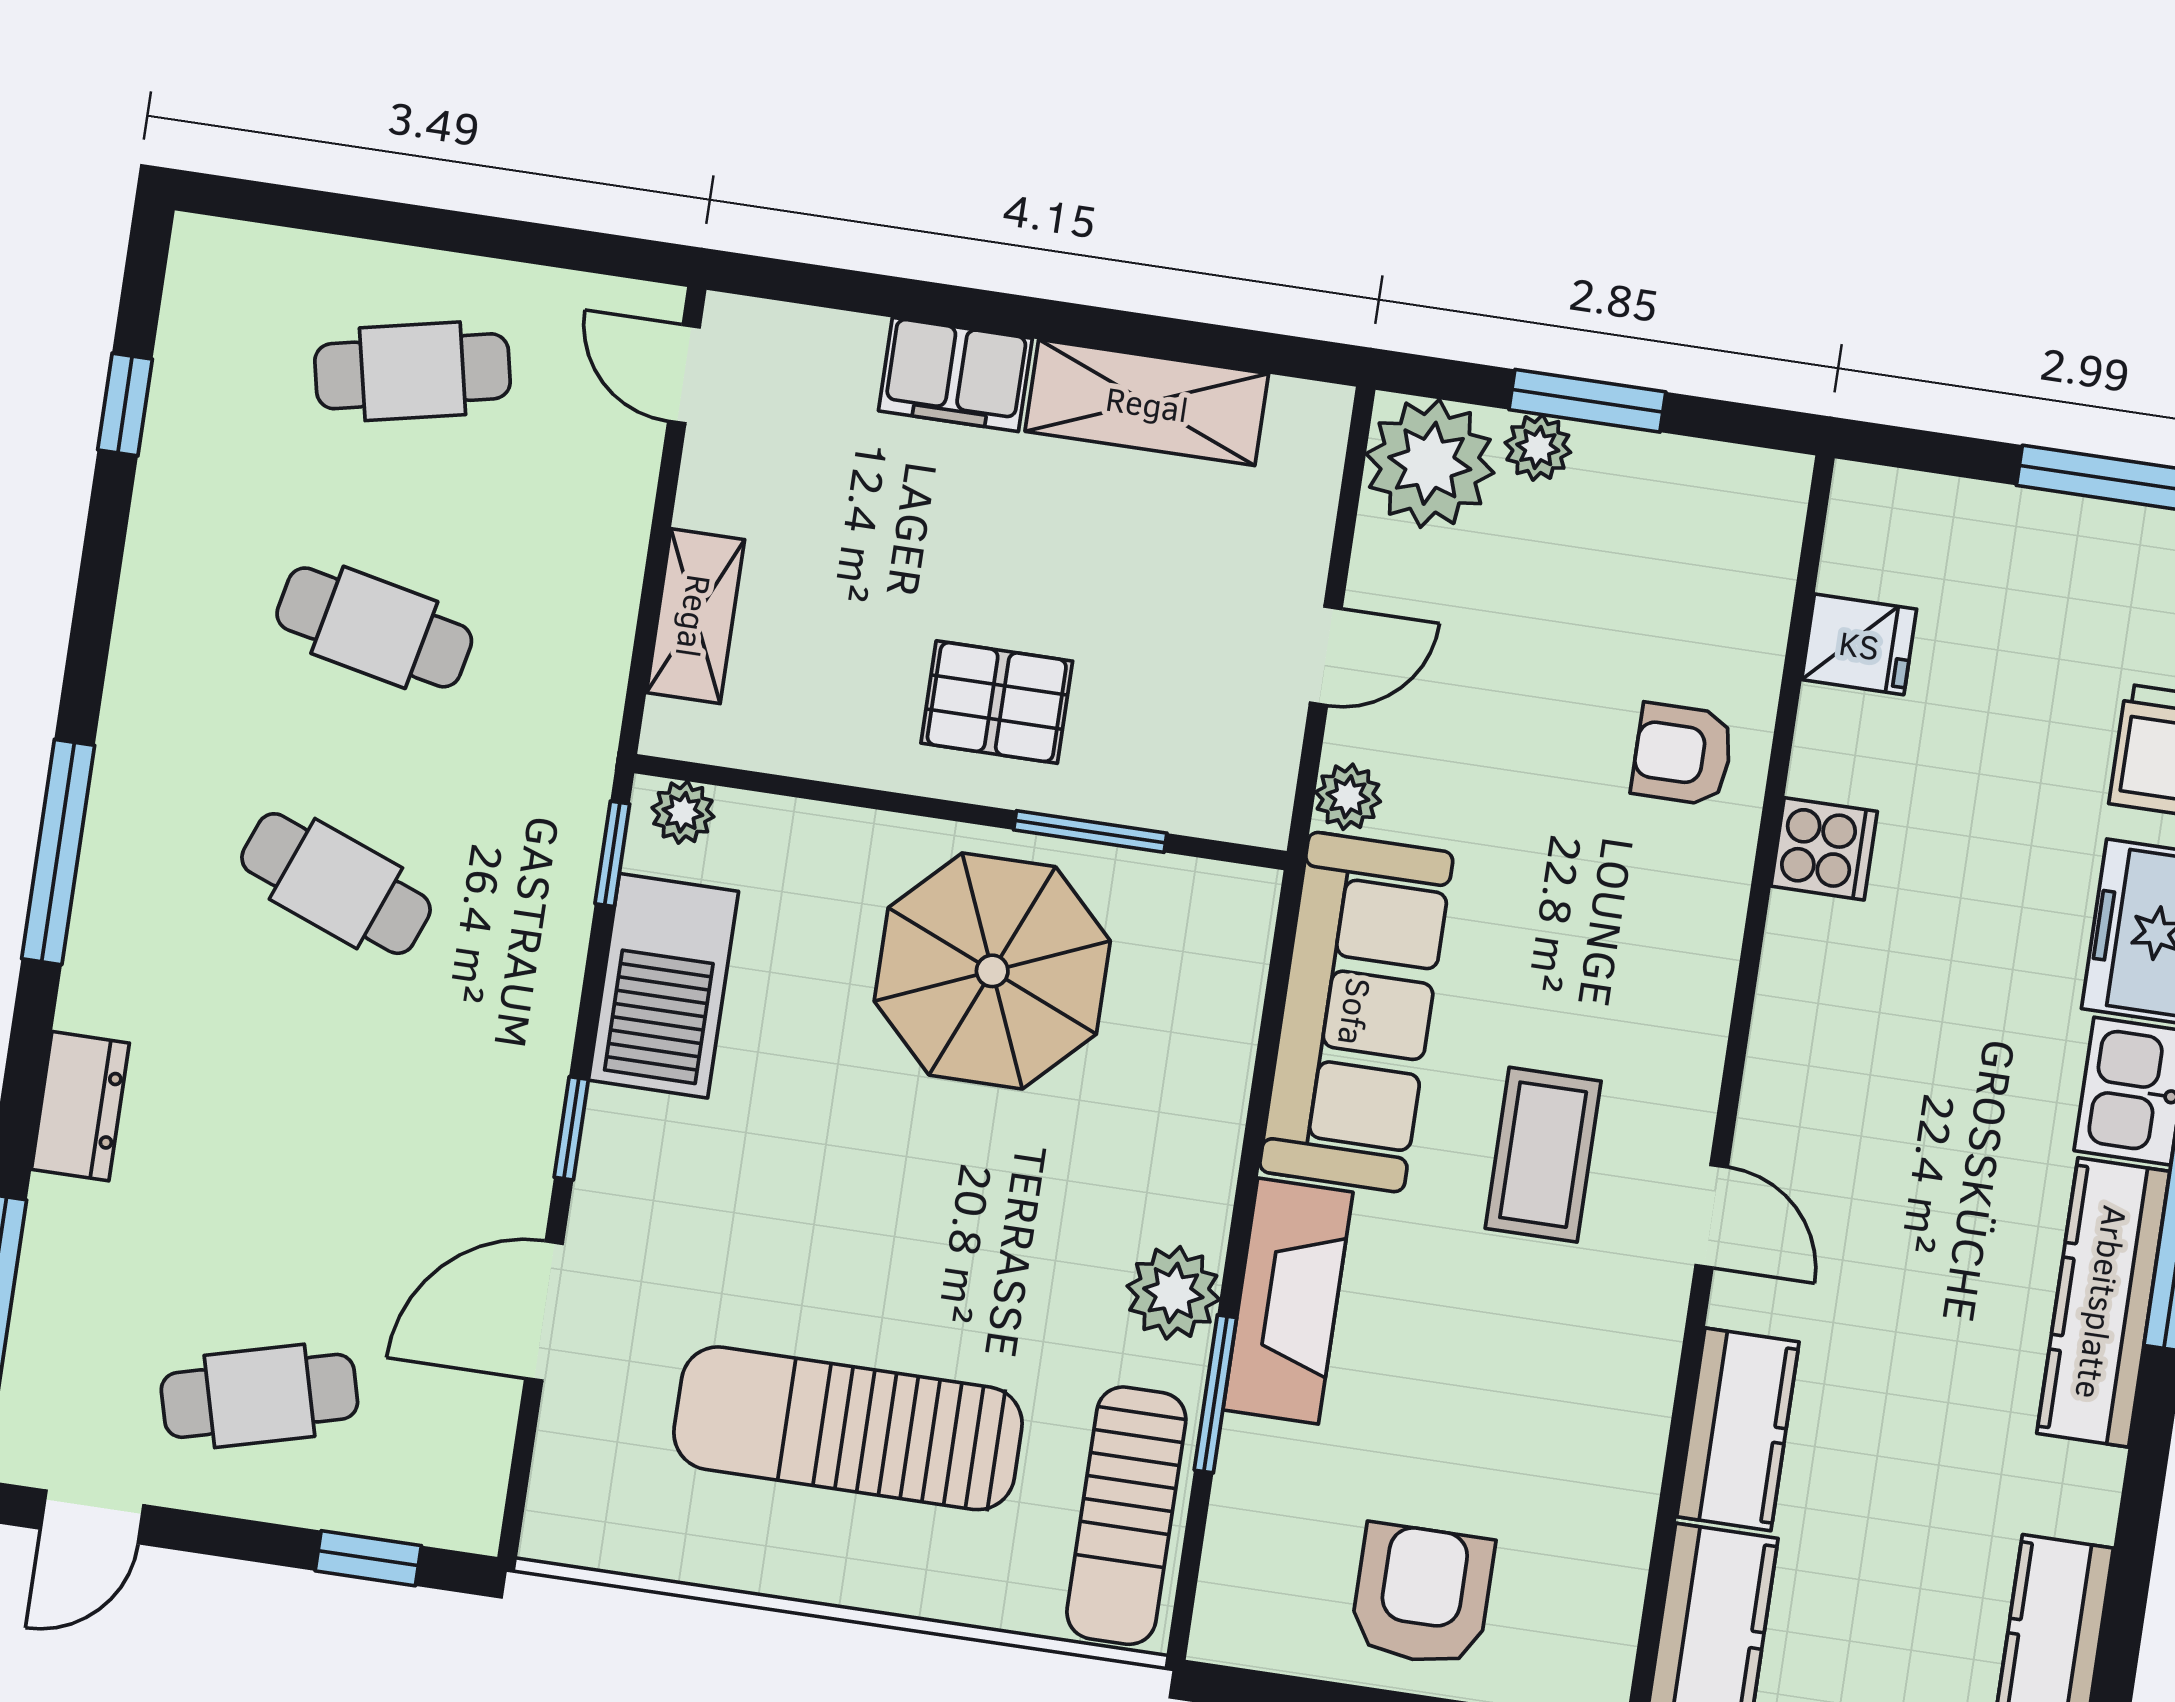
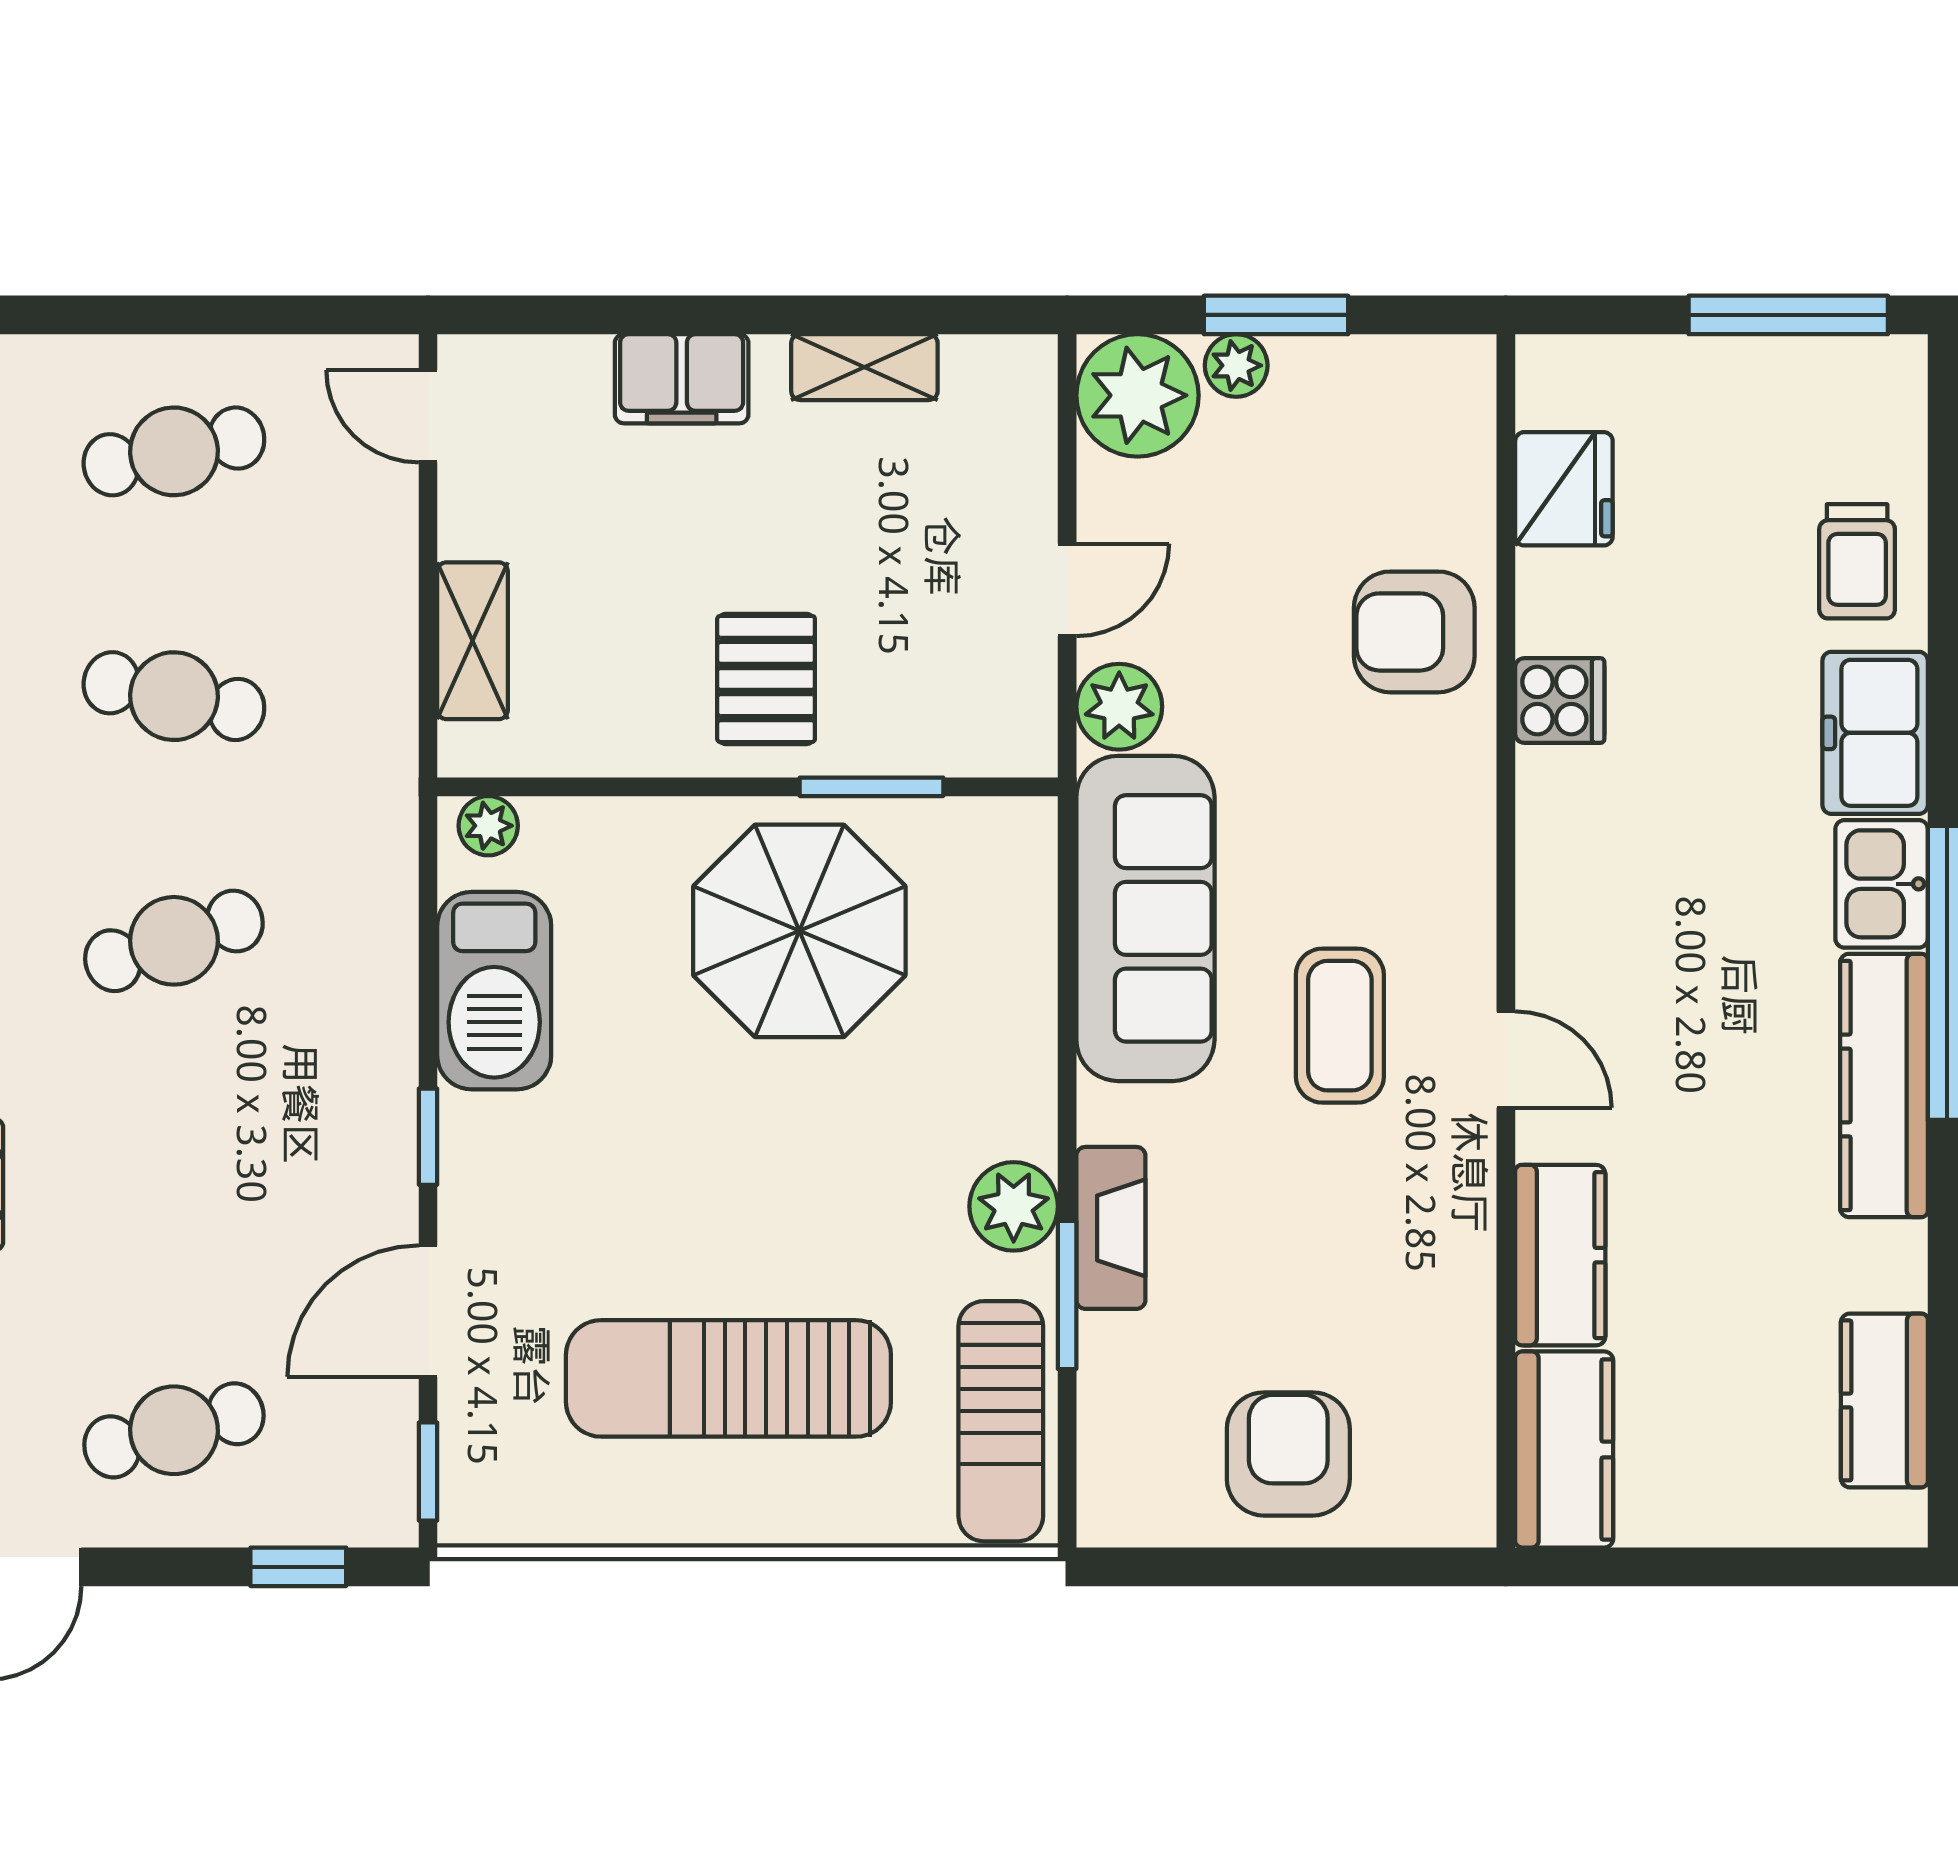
shelving: (1147, 403) -> (864, 367), width x0.67, depth x0.75
fridge: (1859, 644) -> (1564, 489), width x1.38
pallet: (997, 702) -> (766, 679), turned 90
armchair: (1683, 754) -> (1414, 632), width x1.38, depth x1.38
plant: (1348, 797) -> (1119, 707), width x1.38, depth x1.38
window: (612, 854) -> (428, 1472), moved
cafe table: (336, 884) -> (174, 941), turned -39
fireplace: (1288, 1301) -> (1111, 1228), width x0.73, depth x0.76

